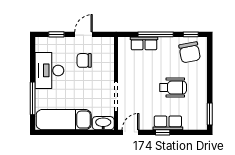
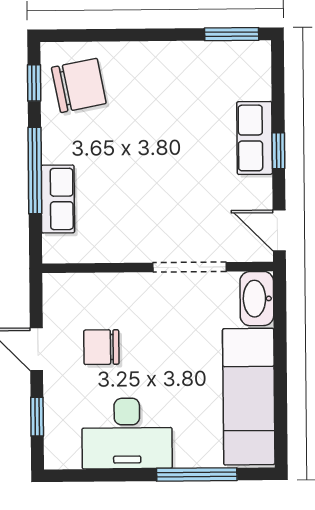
chair: (84, 60) -> (101, 347), turned 90
wheelchair: (173, 88) -> (167, 126), removed

